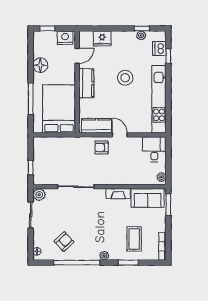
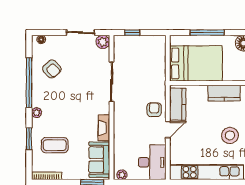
desk: (154, 149) -> (152, 162), width x1.37

